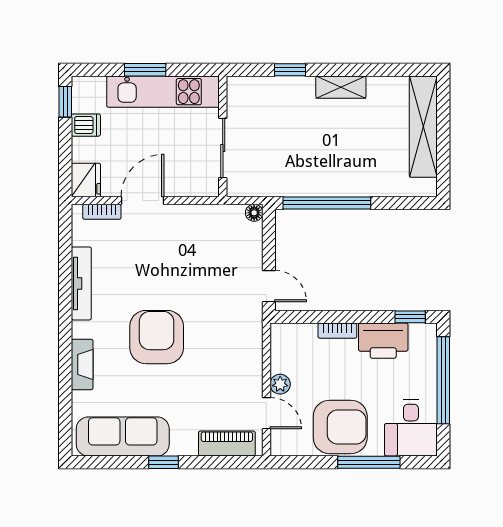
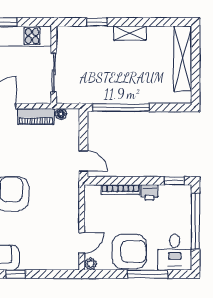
floor lamp: (254, 213) -> (61, 114), moved
bookcase: (337, 331) -> (120, 190), width x1.56
printer: (383, 341) -> (149, 192), width x0.53, depth x0.68
plant: (280, 384) -> (91, 264), moved
door: (266, 413) -> (82, 243), hinge flipped
piano: (227, 444) -> (36, 116), moved, turned 180

